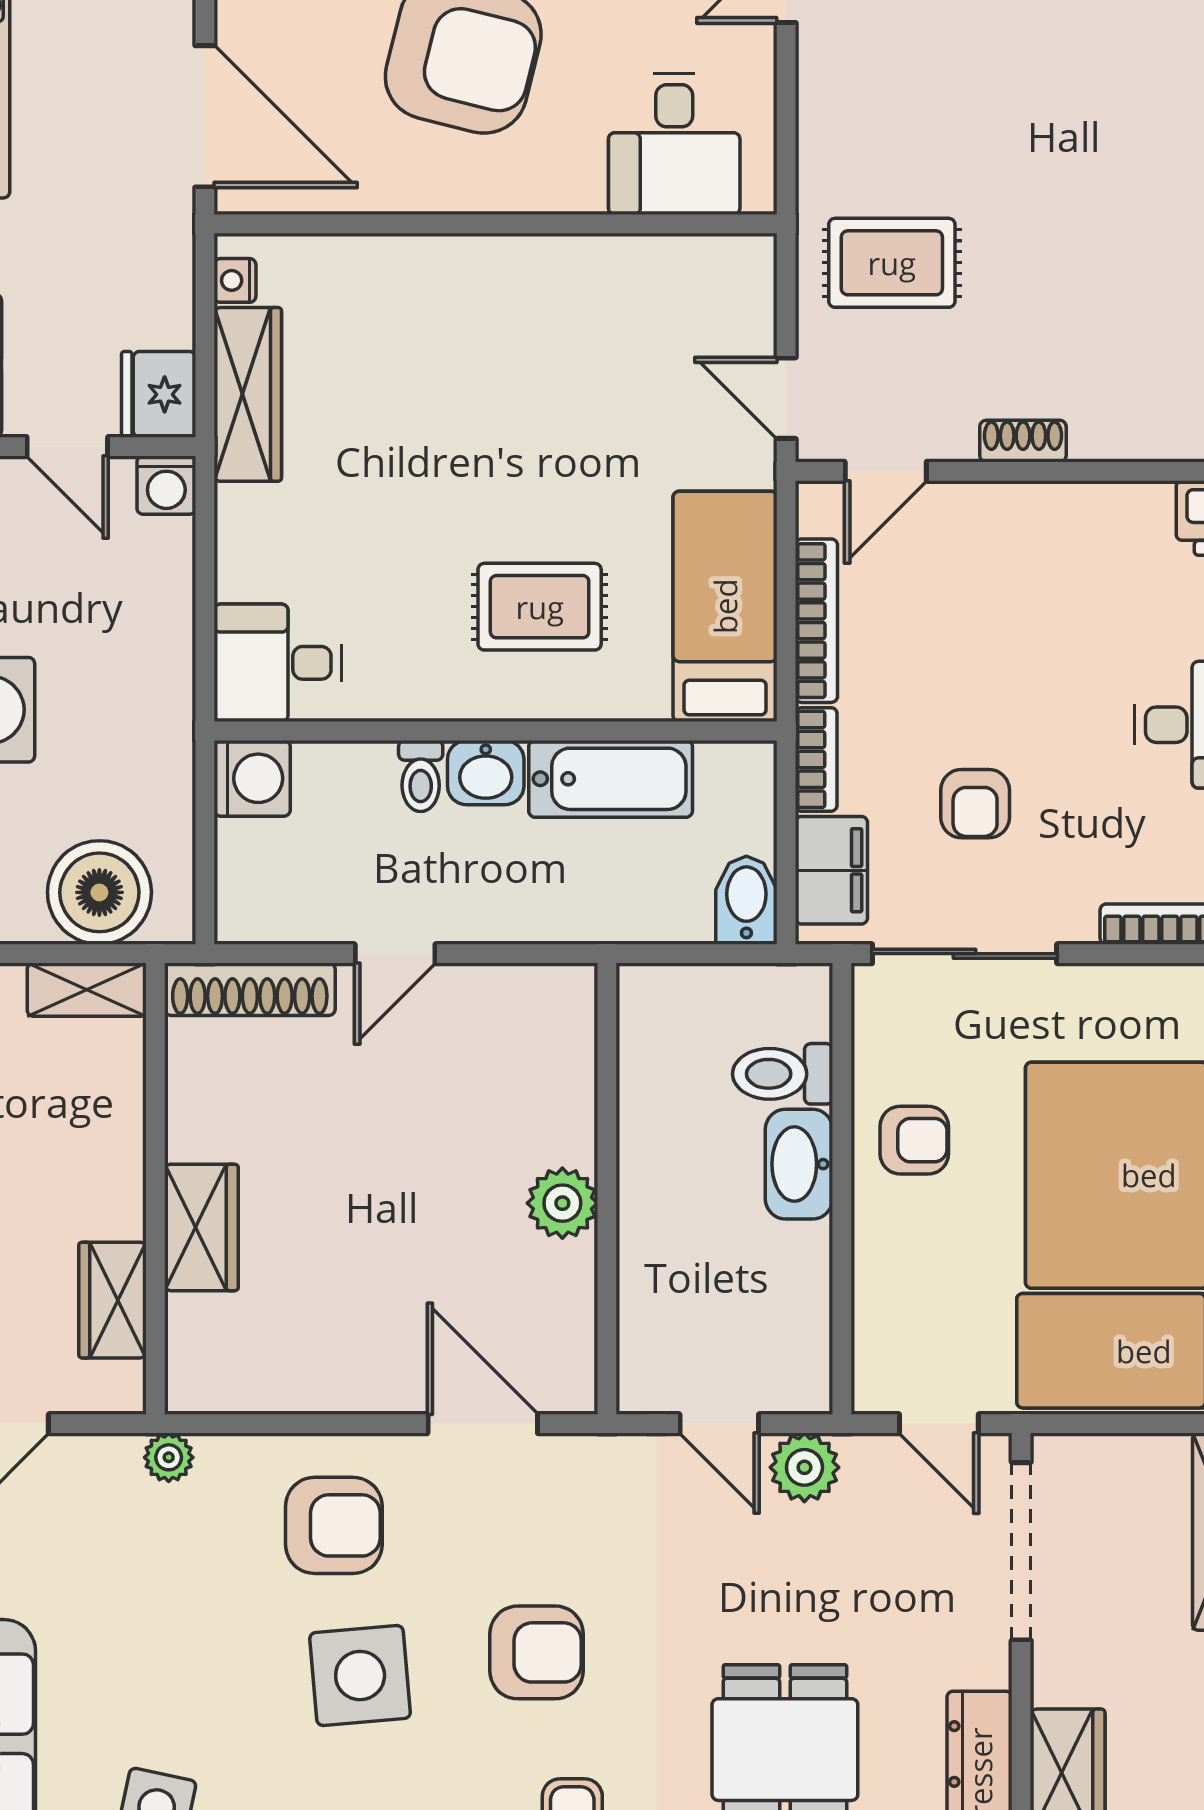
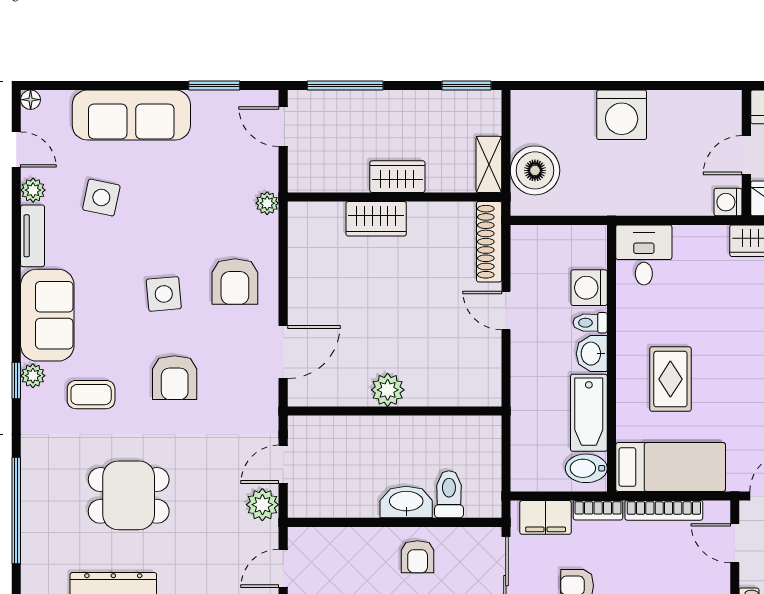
washing machine: (252, 778) -> (589, 288), moved, turned 90
bidet: (746, 900) -> (586, 468), moved, turned 180
wardrobe: (112, 1300) -> (397, 177), moved
side table: (360, 1676) -> (164, 294), width x0.73, depth x0.73

